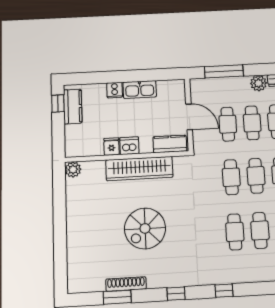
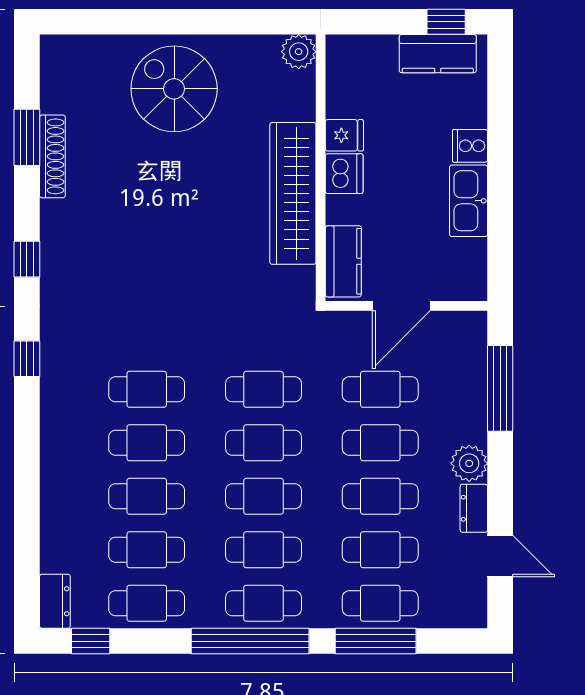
spiral stairs: (145, 228) -> (174, 89), moved

